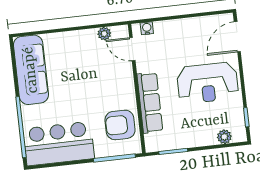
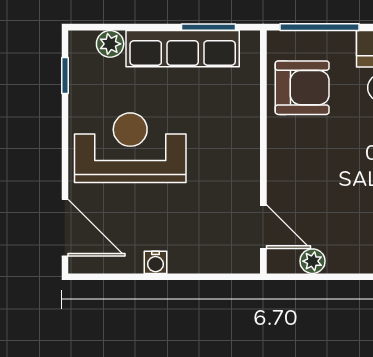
water cooler: (147, 28) -> (155, 262), moved
door: (237, 37) -> (65, 228), hinge flipped
row of seats: (150, 103) -> (183, 49), moved, turned -90

